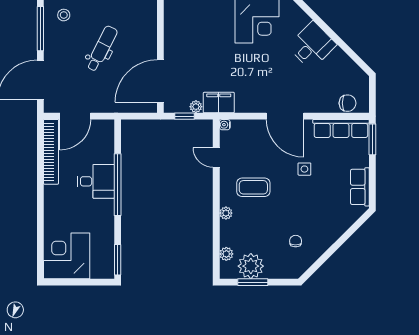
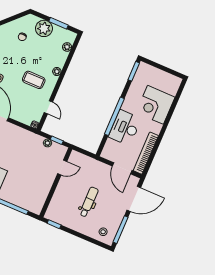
dental chair: (102, 49) -> (89, 202), turned 153
door: (160, 81) -> (62, 167), width x0.53
filing cabinet: (219, 103) -> (33, 140), removed
door: (75, 116) -> (122, 168), swing flipped
desk: (96, 181) -> (125, 128), width x1.37
corner desk: (67, 256) -> (155, 105), moved, turned 90
plant: (251, 266) -> (44, 28), moved

